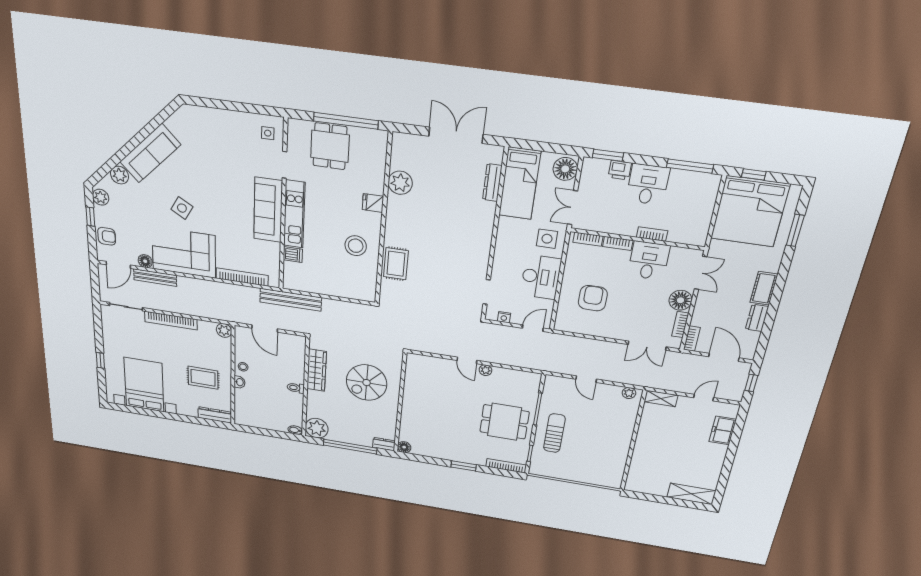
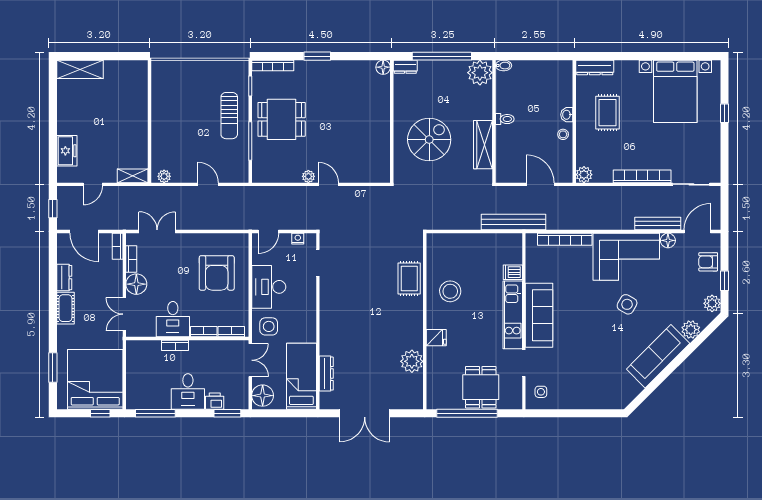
armchair: (593, 298) -> (217, 273), width x1.36, depth x1.36
rug: (203, 378) -> (608, 113), turned 90

